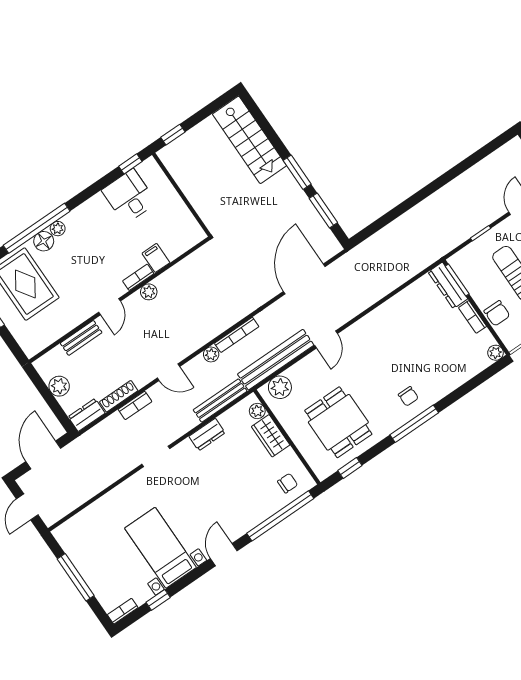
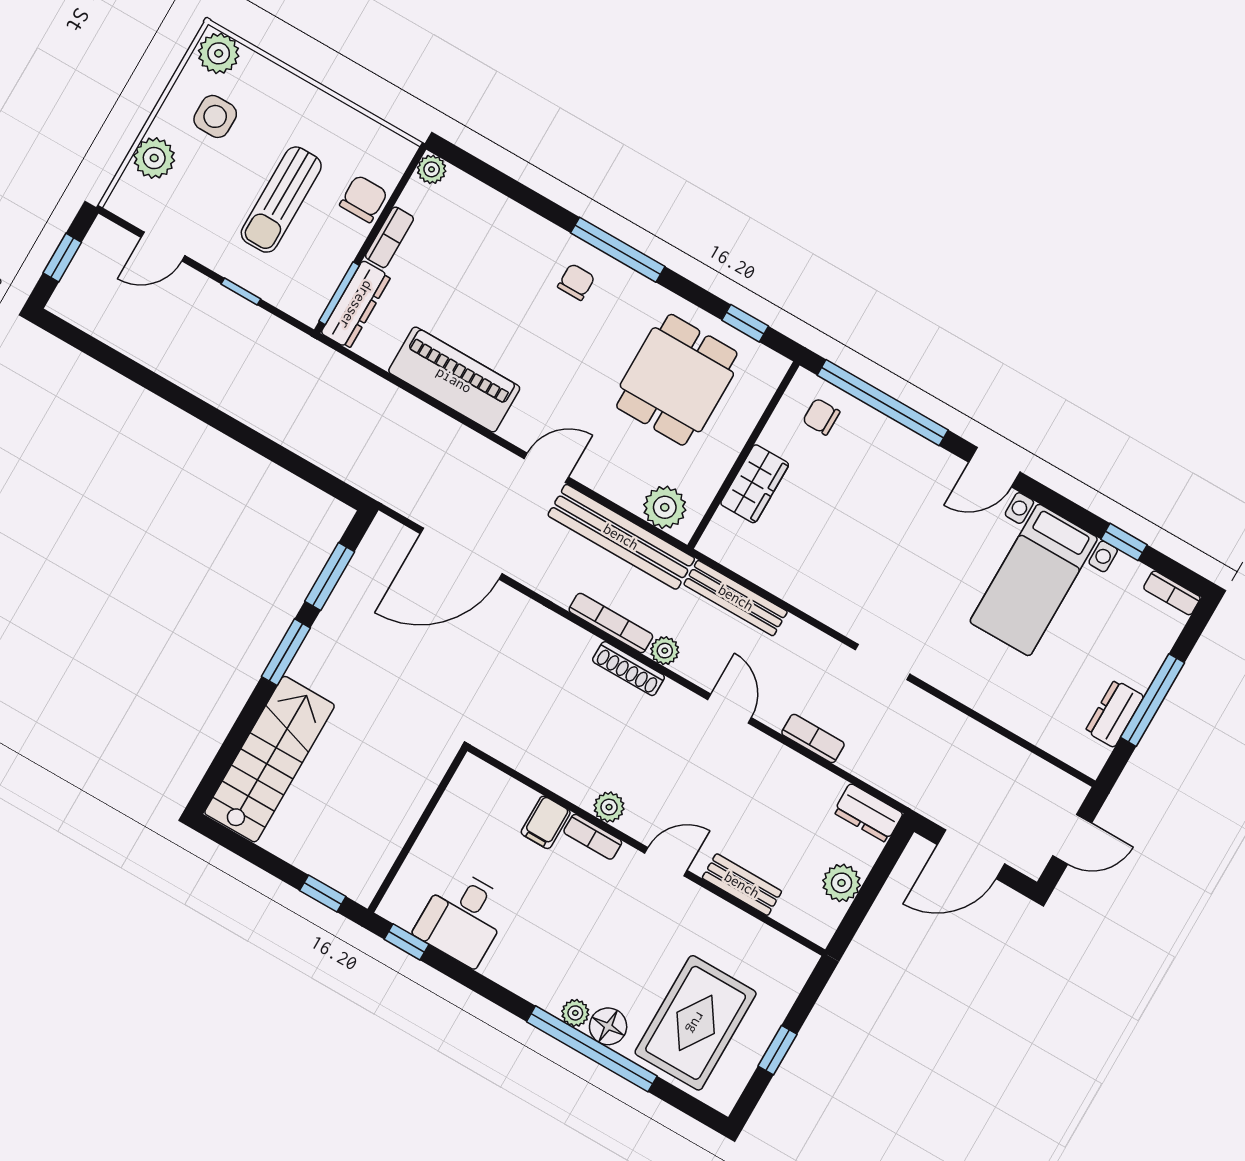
piano: (389, 315) -> (454, 380), added
shoe rack: (119, 396) -> (629, 669), moved
plant: (257, 411) -> (723, 527), removed
dresser: (207, 435) -> (1115, 714), moved, turned -90

